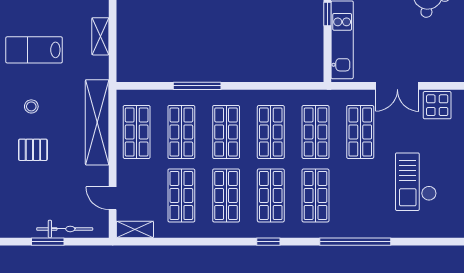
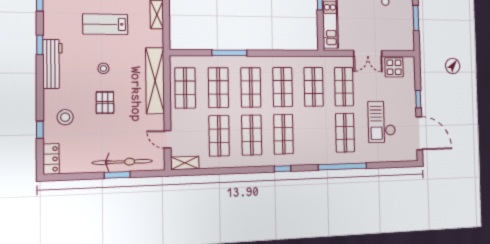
pallet: (33, 150) -> (105, 103), turned 90
shop shelf: (316, 195) -> (345, 133), moved
bicycle: (65, 229) -> (122, 162), width x1.37, depth x1.40

